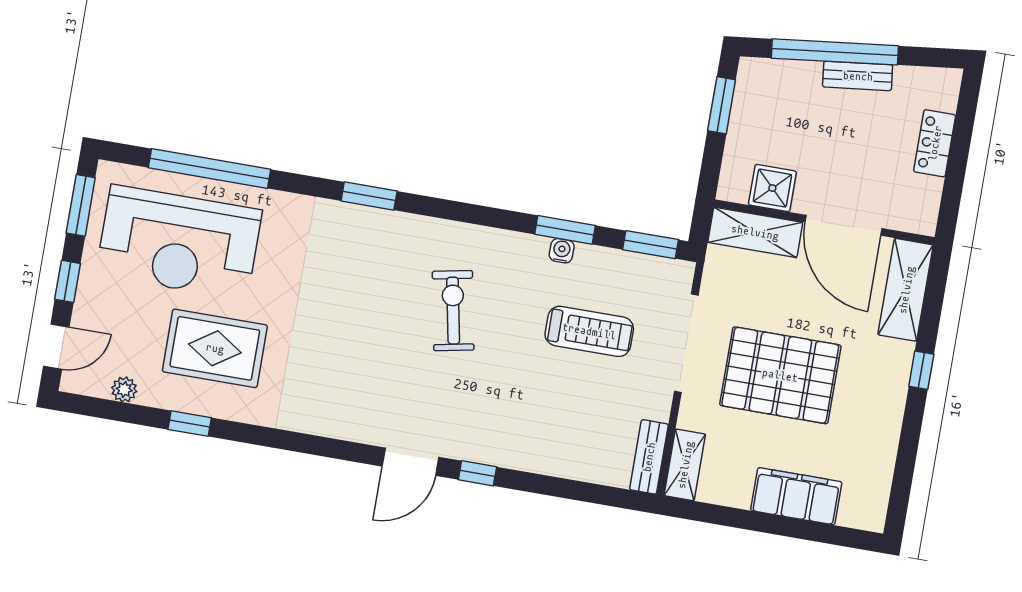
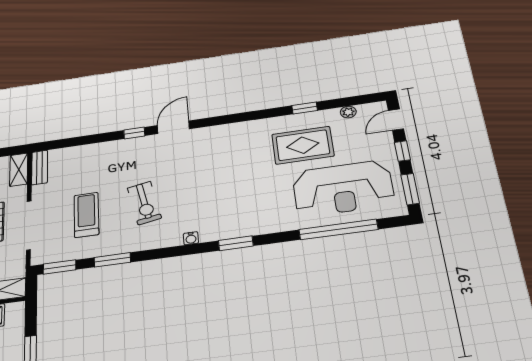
reception desk: (179, 242) -> (343, 188), turned 180
water cooler: (562, 251) -> (191, 238), moved
exercise bike: (453, 311) -> (144, 203), moved
treadmill: (589, 331) -> (86, 215), turned 90

